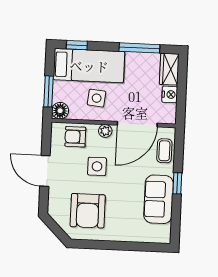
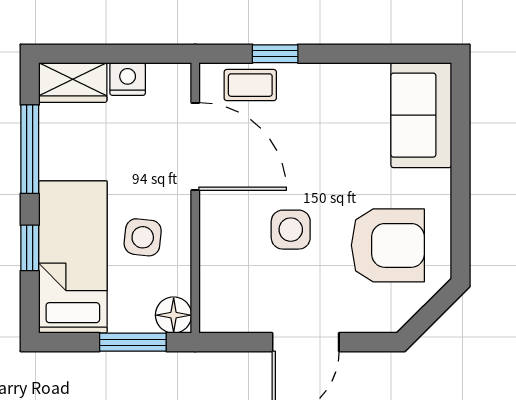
window: (77, 45) -> (30, 248), moved
plant: (105, 131) -> (213, 215), removed
armchair: (75, 137) -> (228, 280), removed
window: (177, 183) -> (275, 54), moved
sofa: (159, 199) -> (421, 115), moved, turned 90

